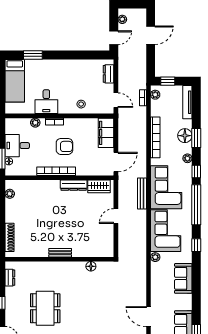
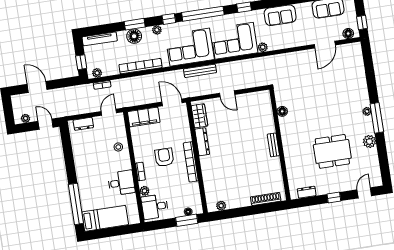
window: (33, 55) -> (76, 204), width x2.11
desk: (17, 146) -> (155, 207), moved, turned 90

